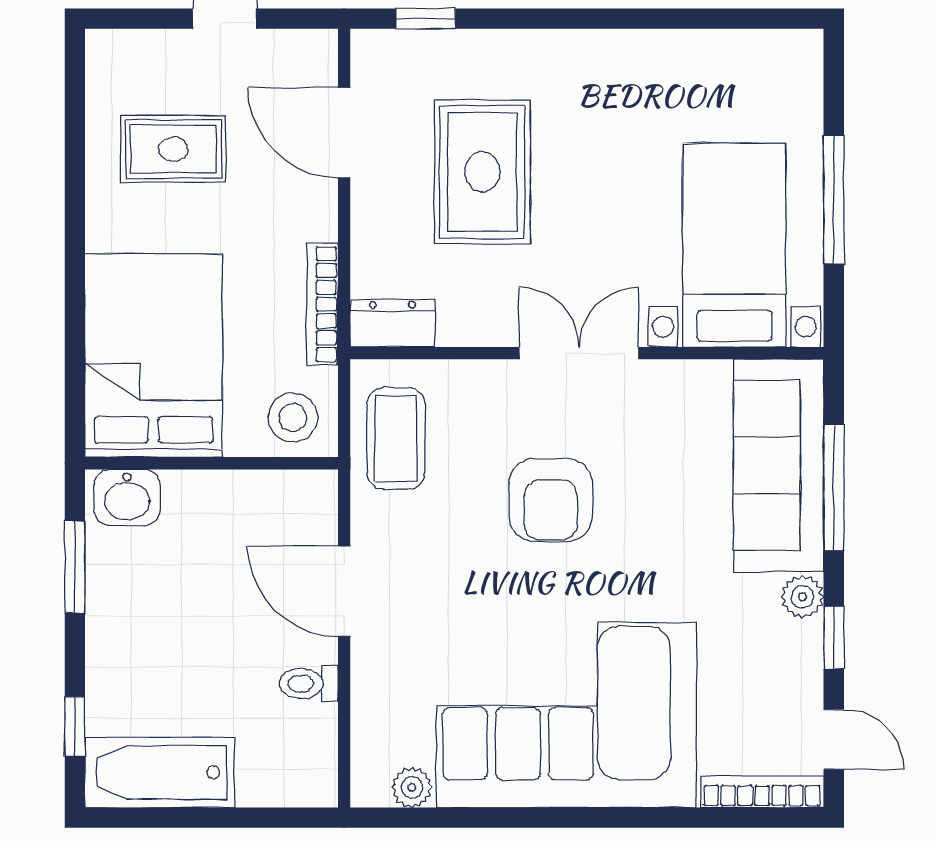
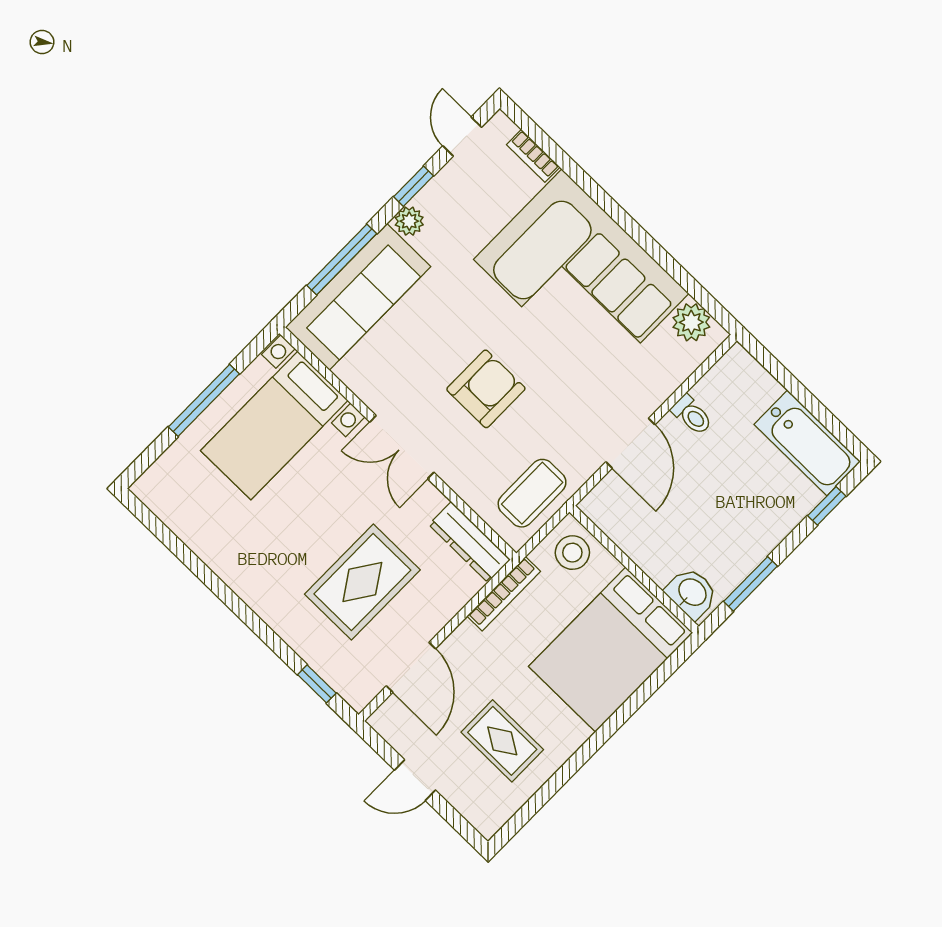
dresser: (392, 323) -> (470, 542), width x1.44
plant: (412, 787) -> (691, 322), width x1.38, depth x1.38
bookcase: (762, 792) -> (533, 156), width x0.64

